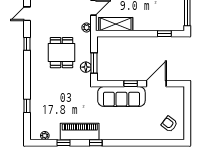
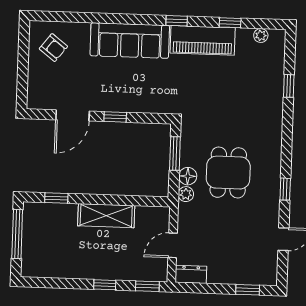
shelving: (116, 24) -> (106, 216), moved
plant: (87, 27) -> (186, 194), moved
floor lamp: (86, 67) -> (188, 176), moved
sofa: (121, 97) -> (130, 41), moved, turned 180

